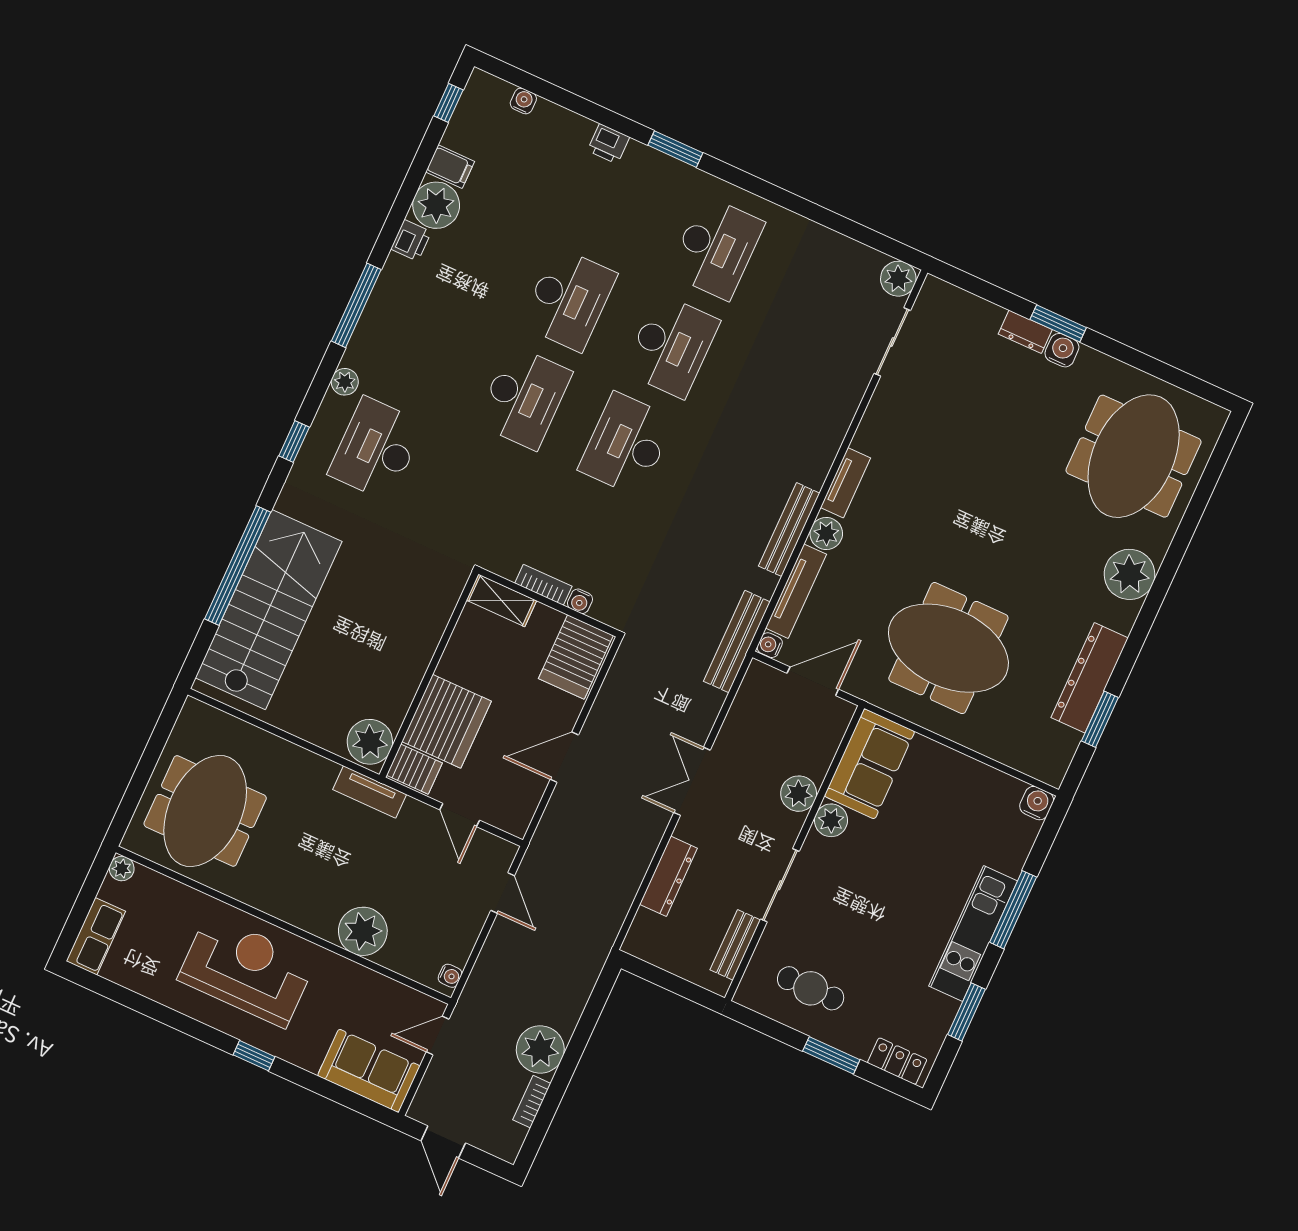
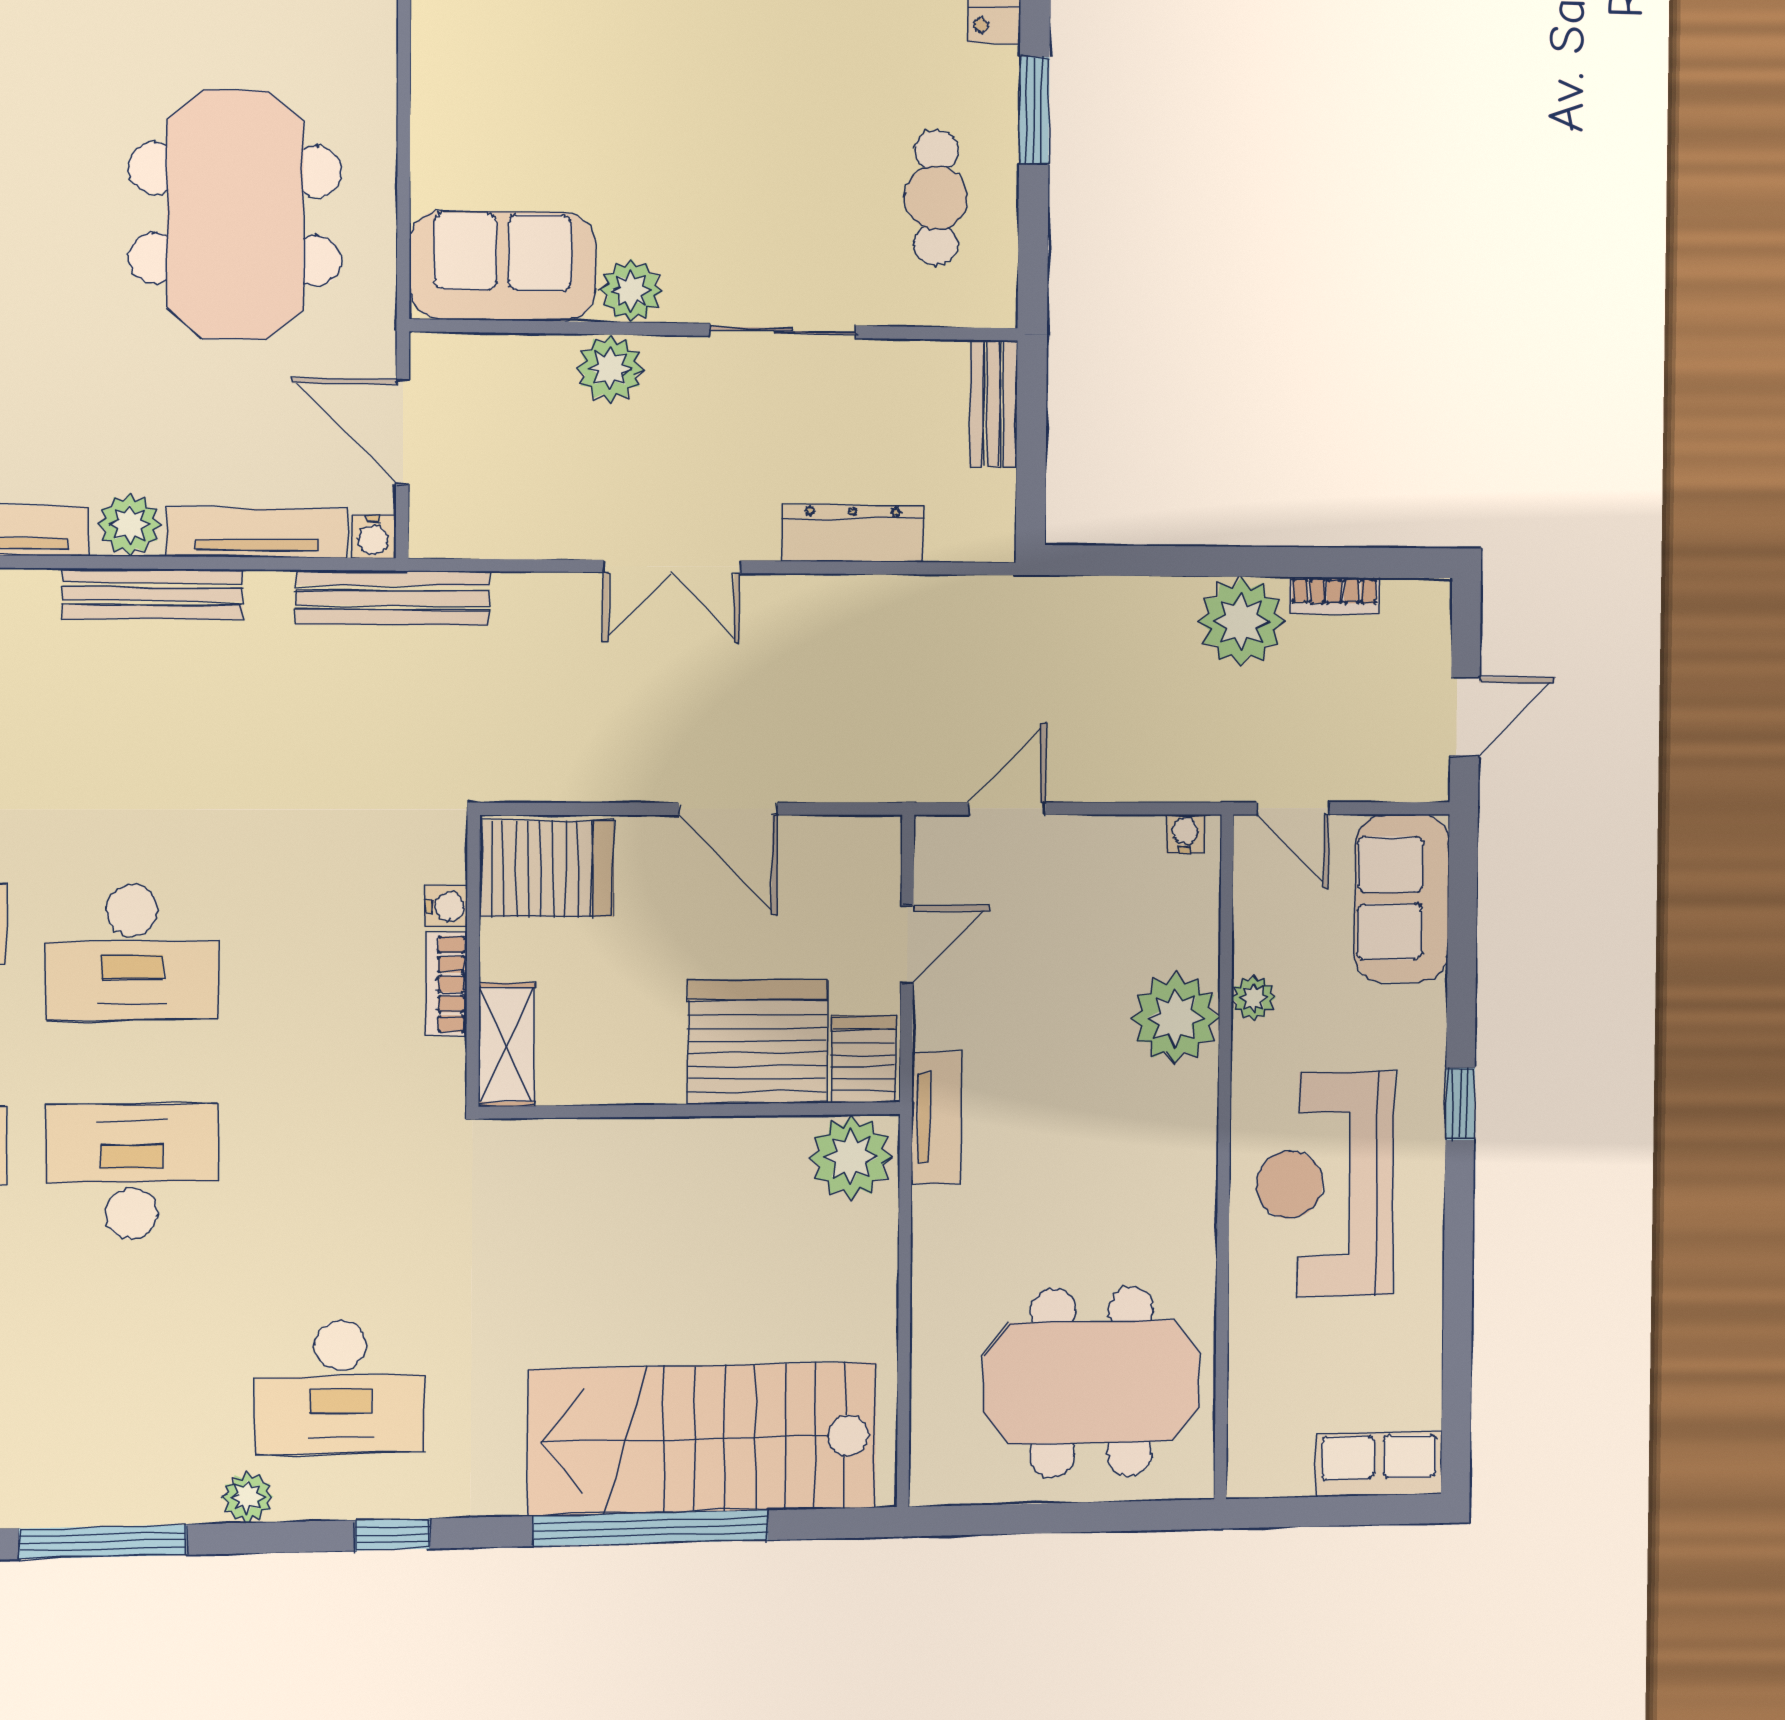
plant: (122, 869) -> (1254, 998), moved
bench: (735, 945) -> (994, 404), moved, turned 90

